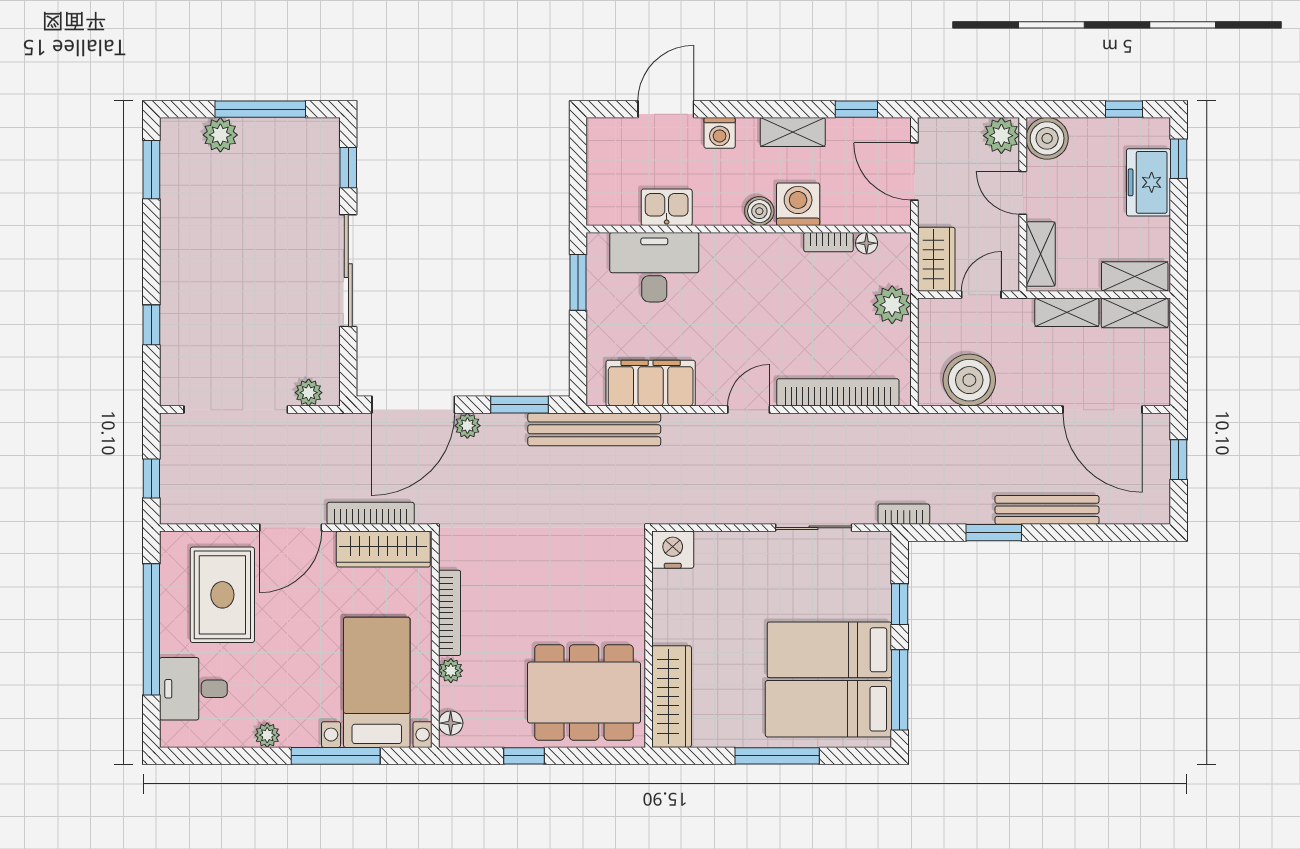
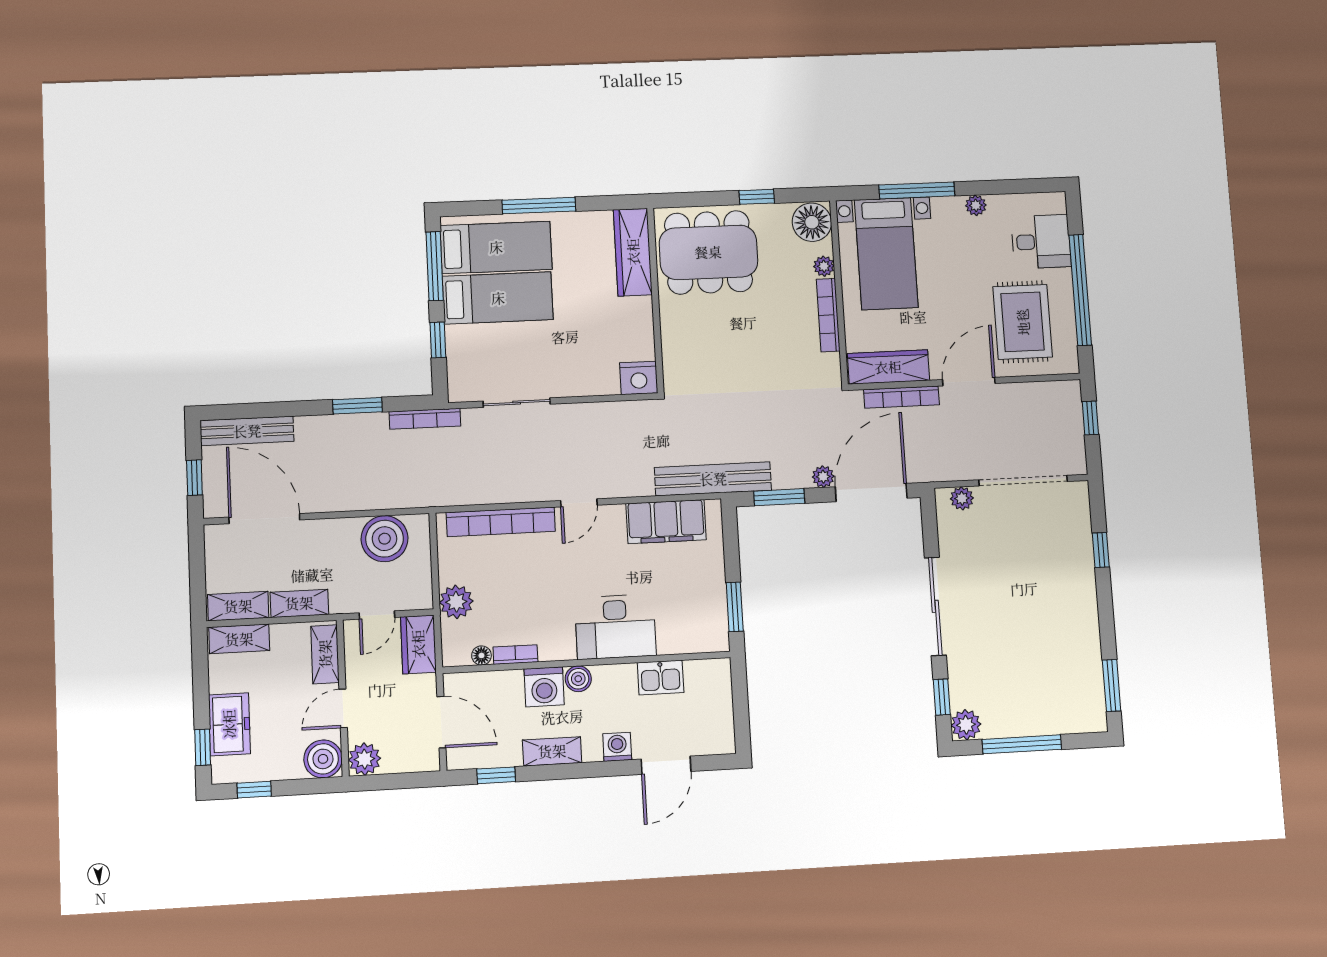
plant: (220, 135) -> (966, 725), moved
door: (1023, 193) -> (343, 708), swing flipped
desk: (654, 267) -> (615, 627), moved
bench: (1047, 510) -> (247, 431), moved
bookcase: (904, 514) -> (425, 419), width x1.56
floor lamp: (451, 723) -> (812, 222), width x1.89, depth x1.89

